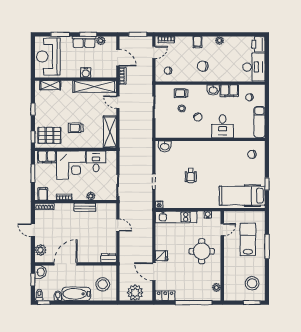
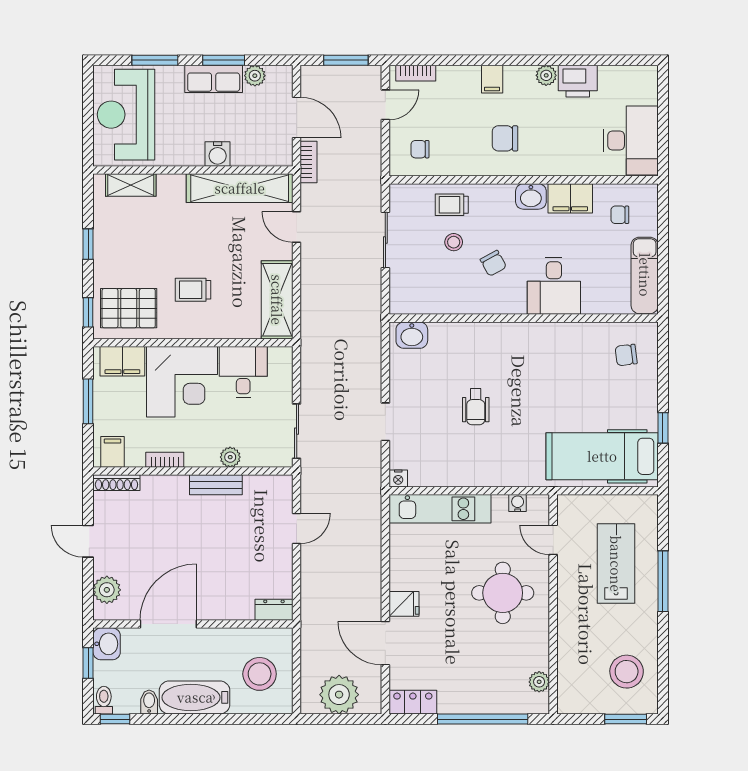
printer: (258, 44) -> (578, 81), moved, turned -90
door: (118, 225) -> (297, 529), hinge flipped
door: (222, 230) -> (553, 540), swing flipped

